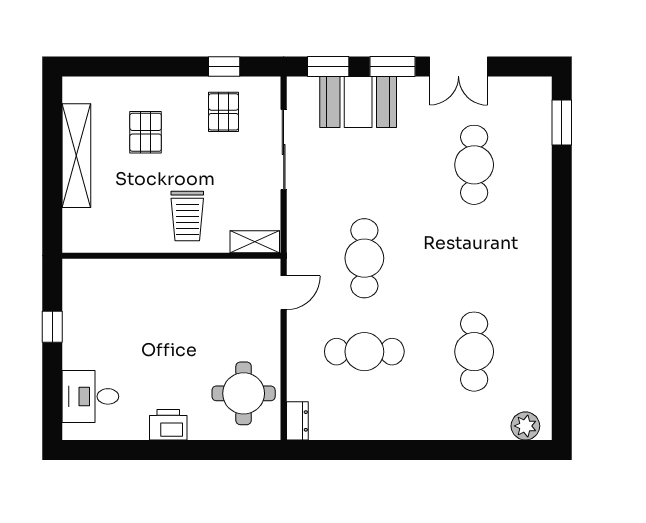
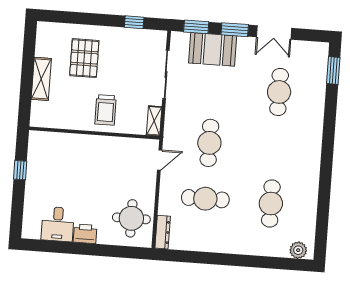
pallet: (224, 112) -> (132, 49), removed
pallet: (146, 132) -> (84, 58), width x1.50, depth x1.42
shelving: (76, 156) -> (41, 79), width x0.68
shelving: (255, 242) -> (154, 121), moved, turned 90
desk: (90, 396) -> (58, 224), moved, turned -90
dresser: (297, 421) -> (163, 232), width x1.44

